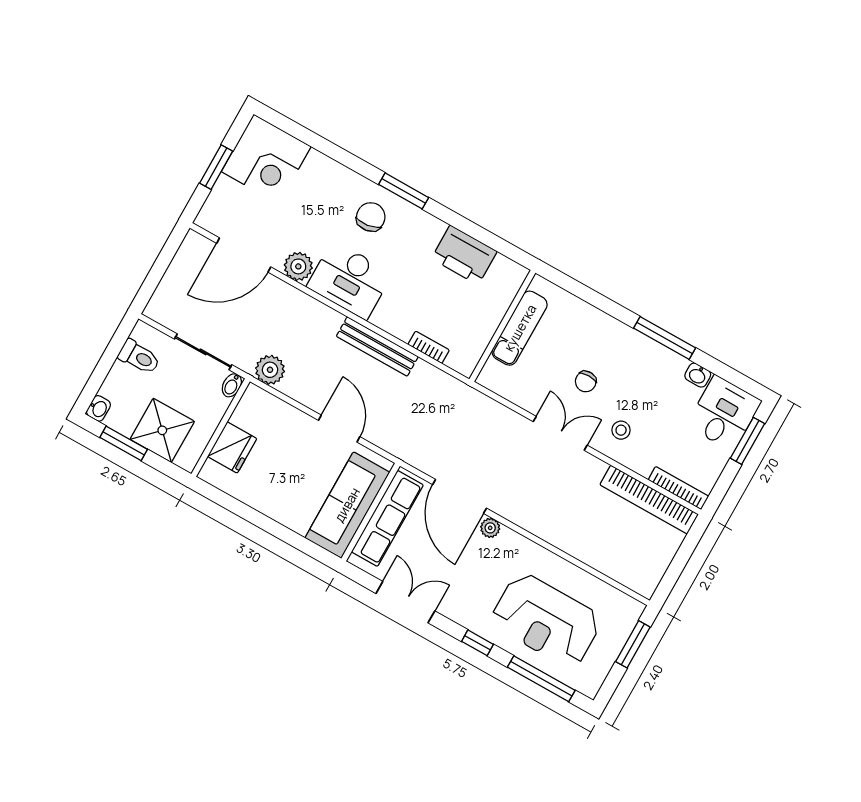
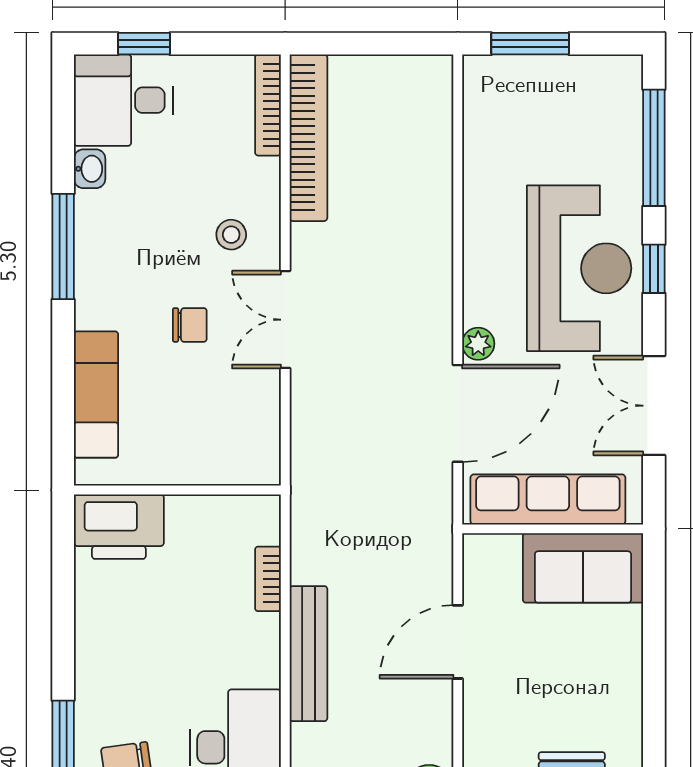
printer: (464, 255) -> (119, 527), moved, turned 90
exam couch: (520, 328) -> (96, 394), moved, turned 90
window: (748, 441) -> (144, 44), width x0.67
sofa: (347, 505) -> (583, 568), width x0.73
reception desk: (546, 620) -> (579, 268), moved

